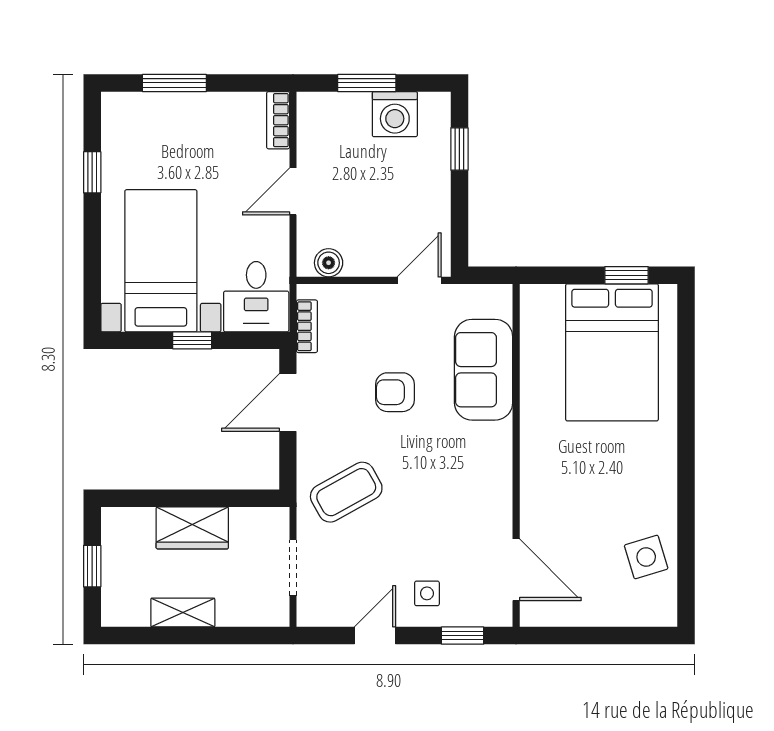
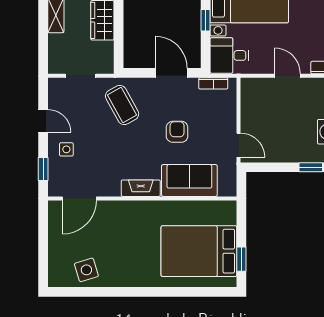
boiler: (329, 263) -> (248, 95), removed
fireplace: (498, 458) -> (141, 188), added

